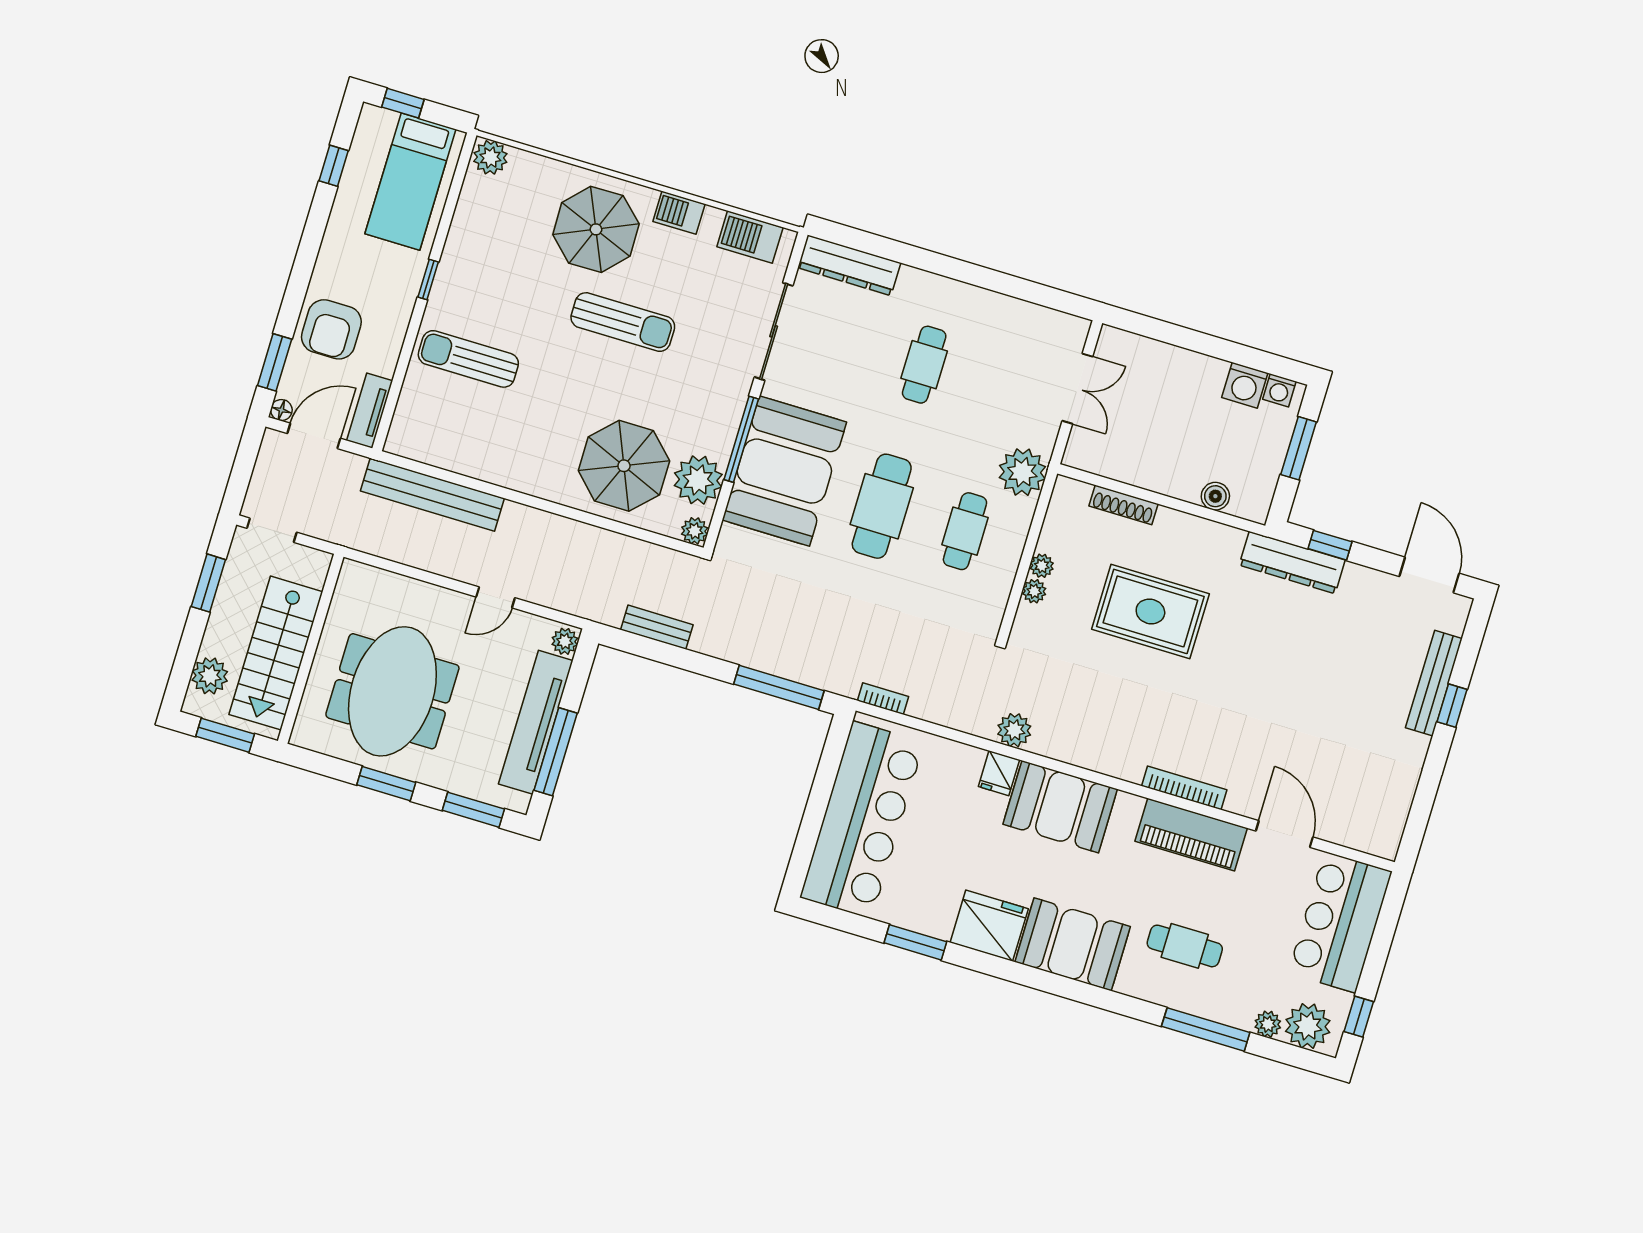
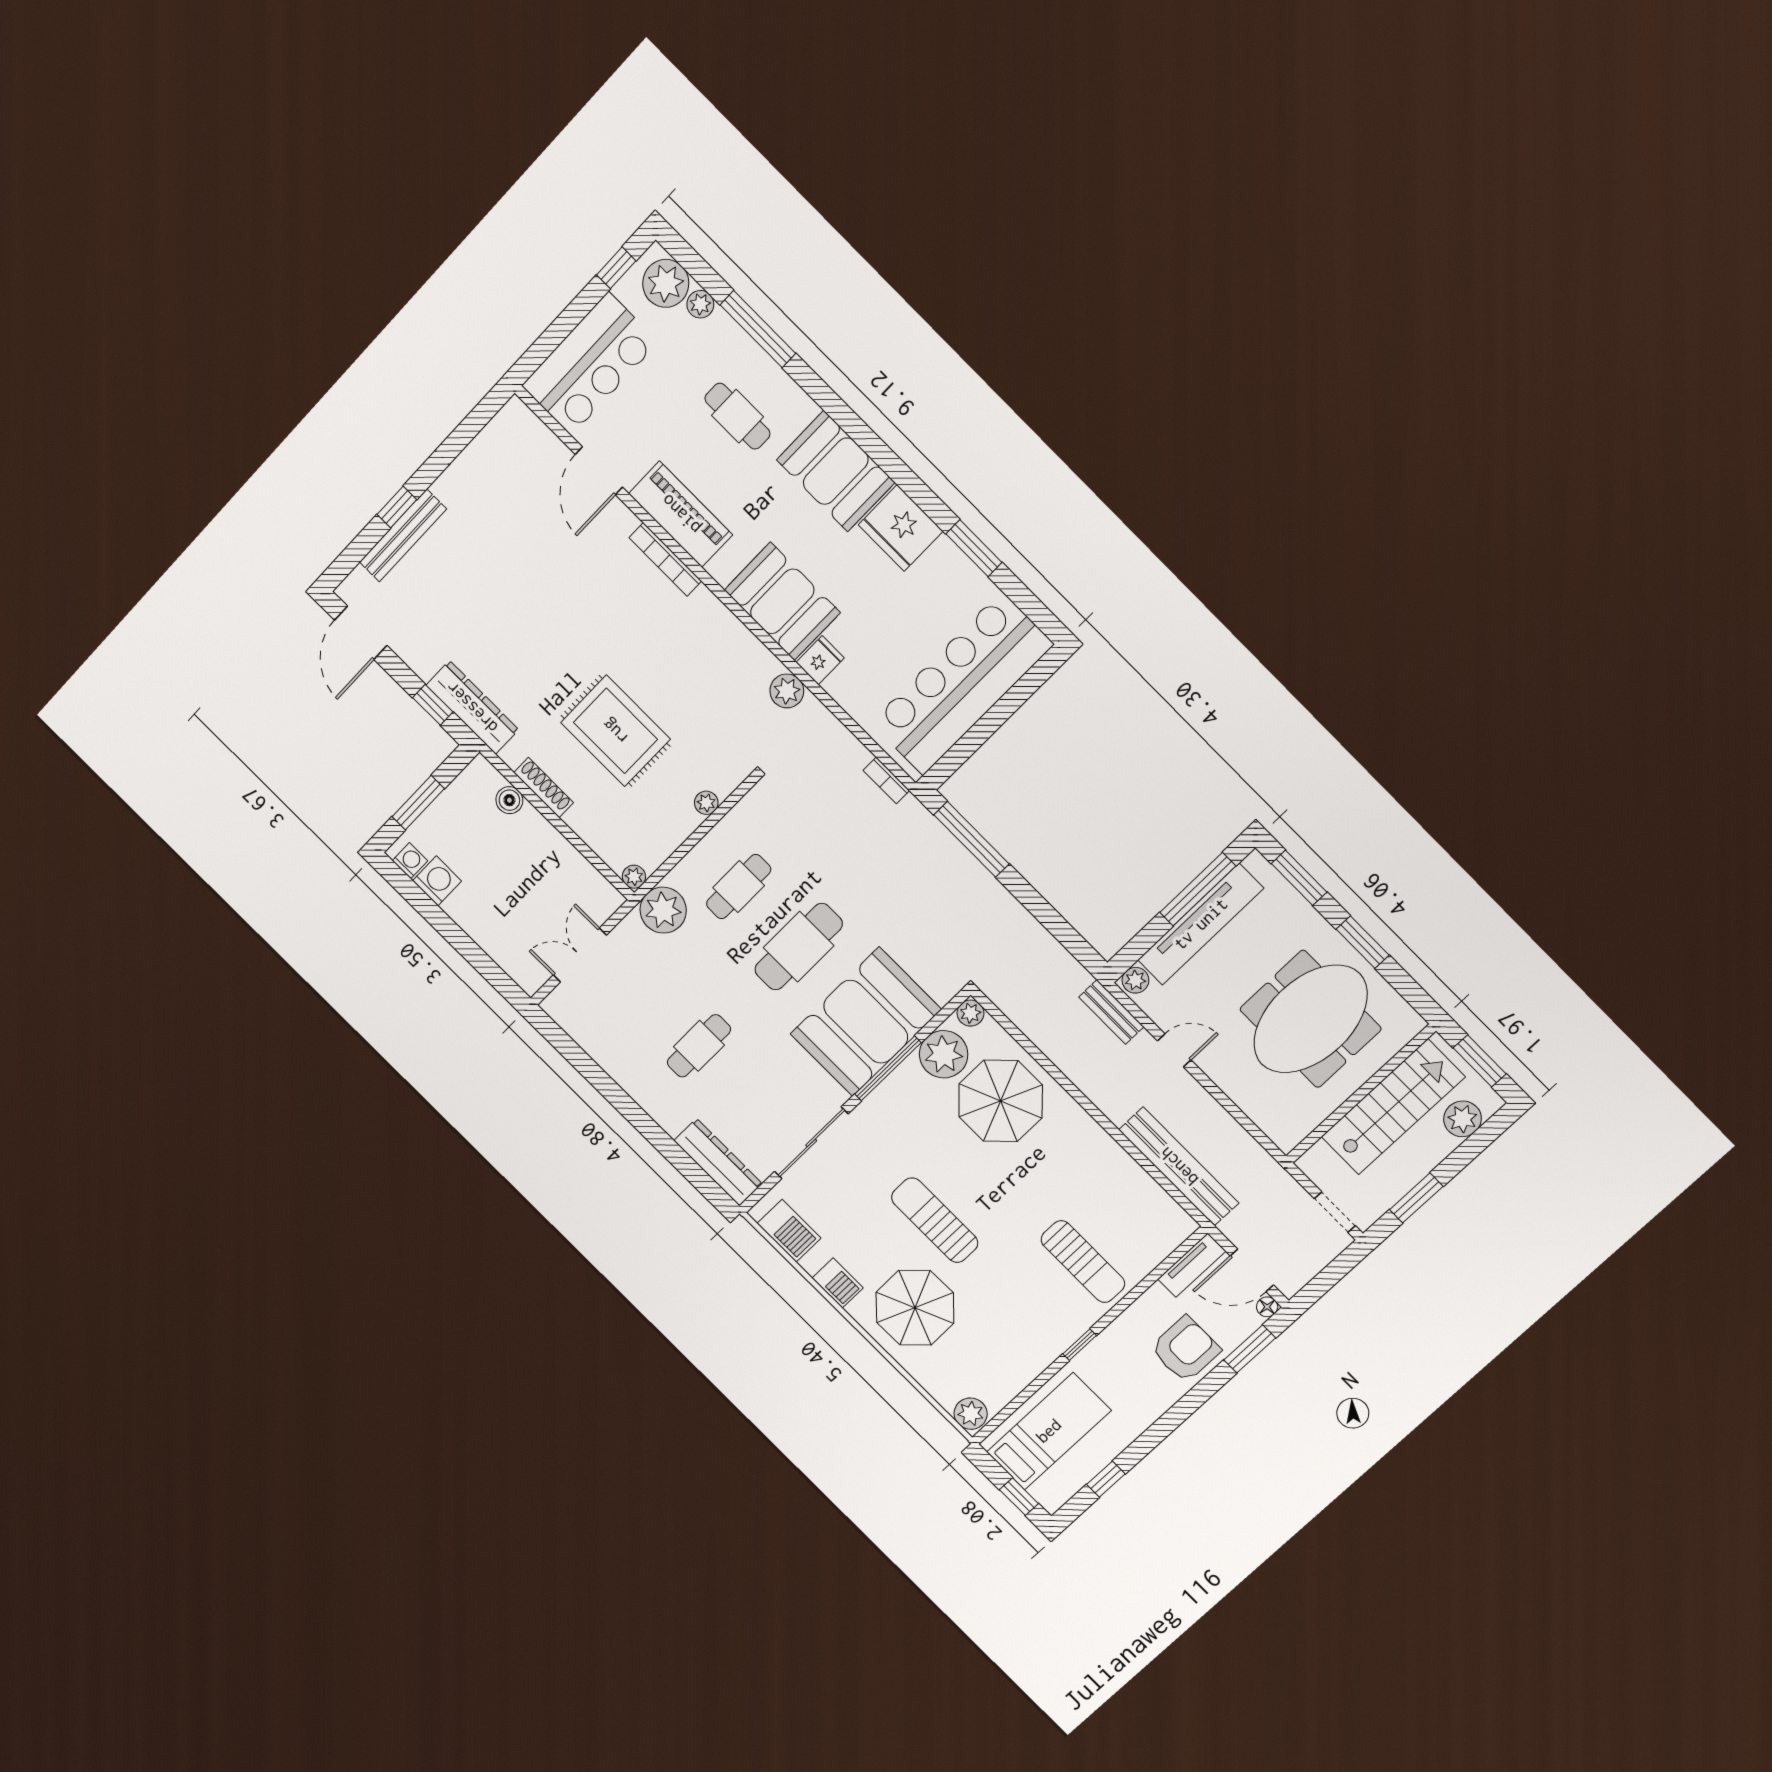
shoe rack: (1123, 505) -> (544, 788), moved
plant: (1042, 566) -> (634, 877), moved
bench: (657, 627) -> (1111, 1012), moved

